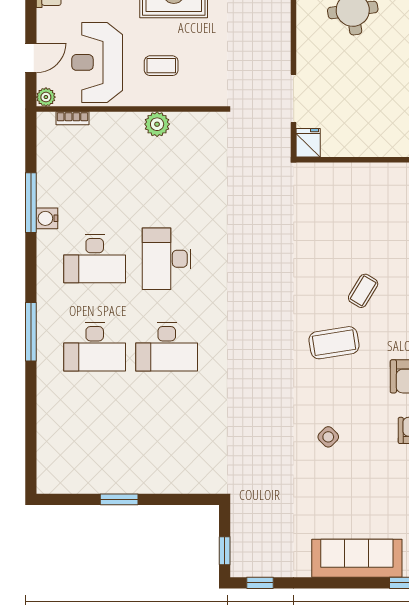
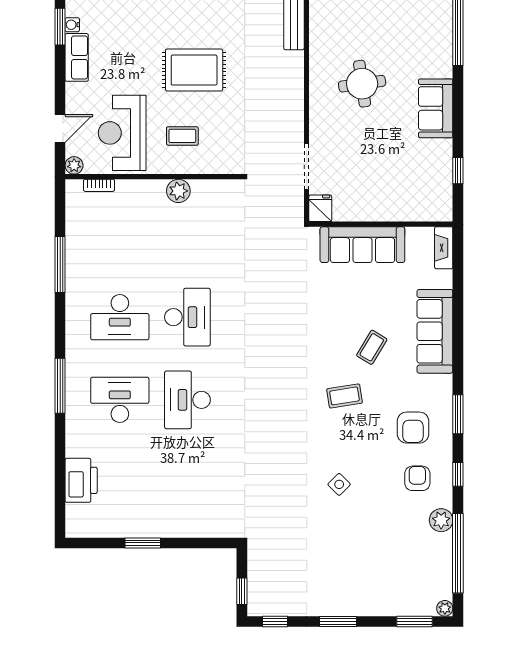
water cooler: (47, 218) -> (75, 279), removed
desk: (167, 259) -> (187, 317), turned 180
coffee table: (334, 343) -> (345, 396), width x0.73, depth x0.77
desk: (95, 347) -> (120, 400), turned 180
desk: (167, 347) -> (187, 400), turned 90
printer: (53, 433) -> (81, 480), added
sofa: (357, 558) -> (362, 245), moved, turned 180
window: (327, 583) -> (338, 621), added

